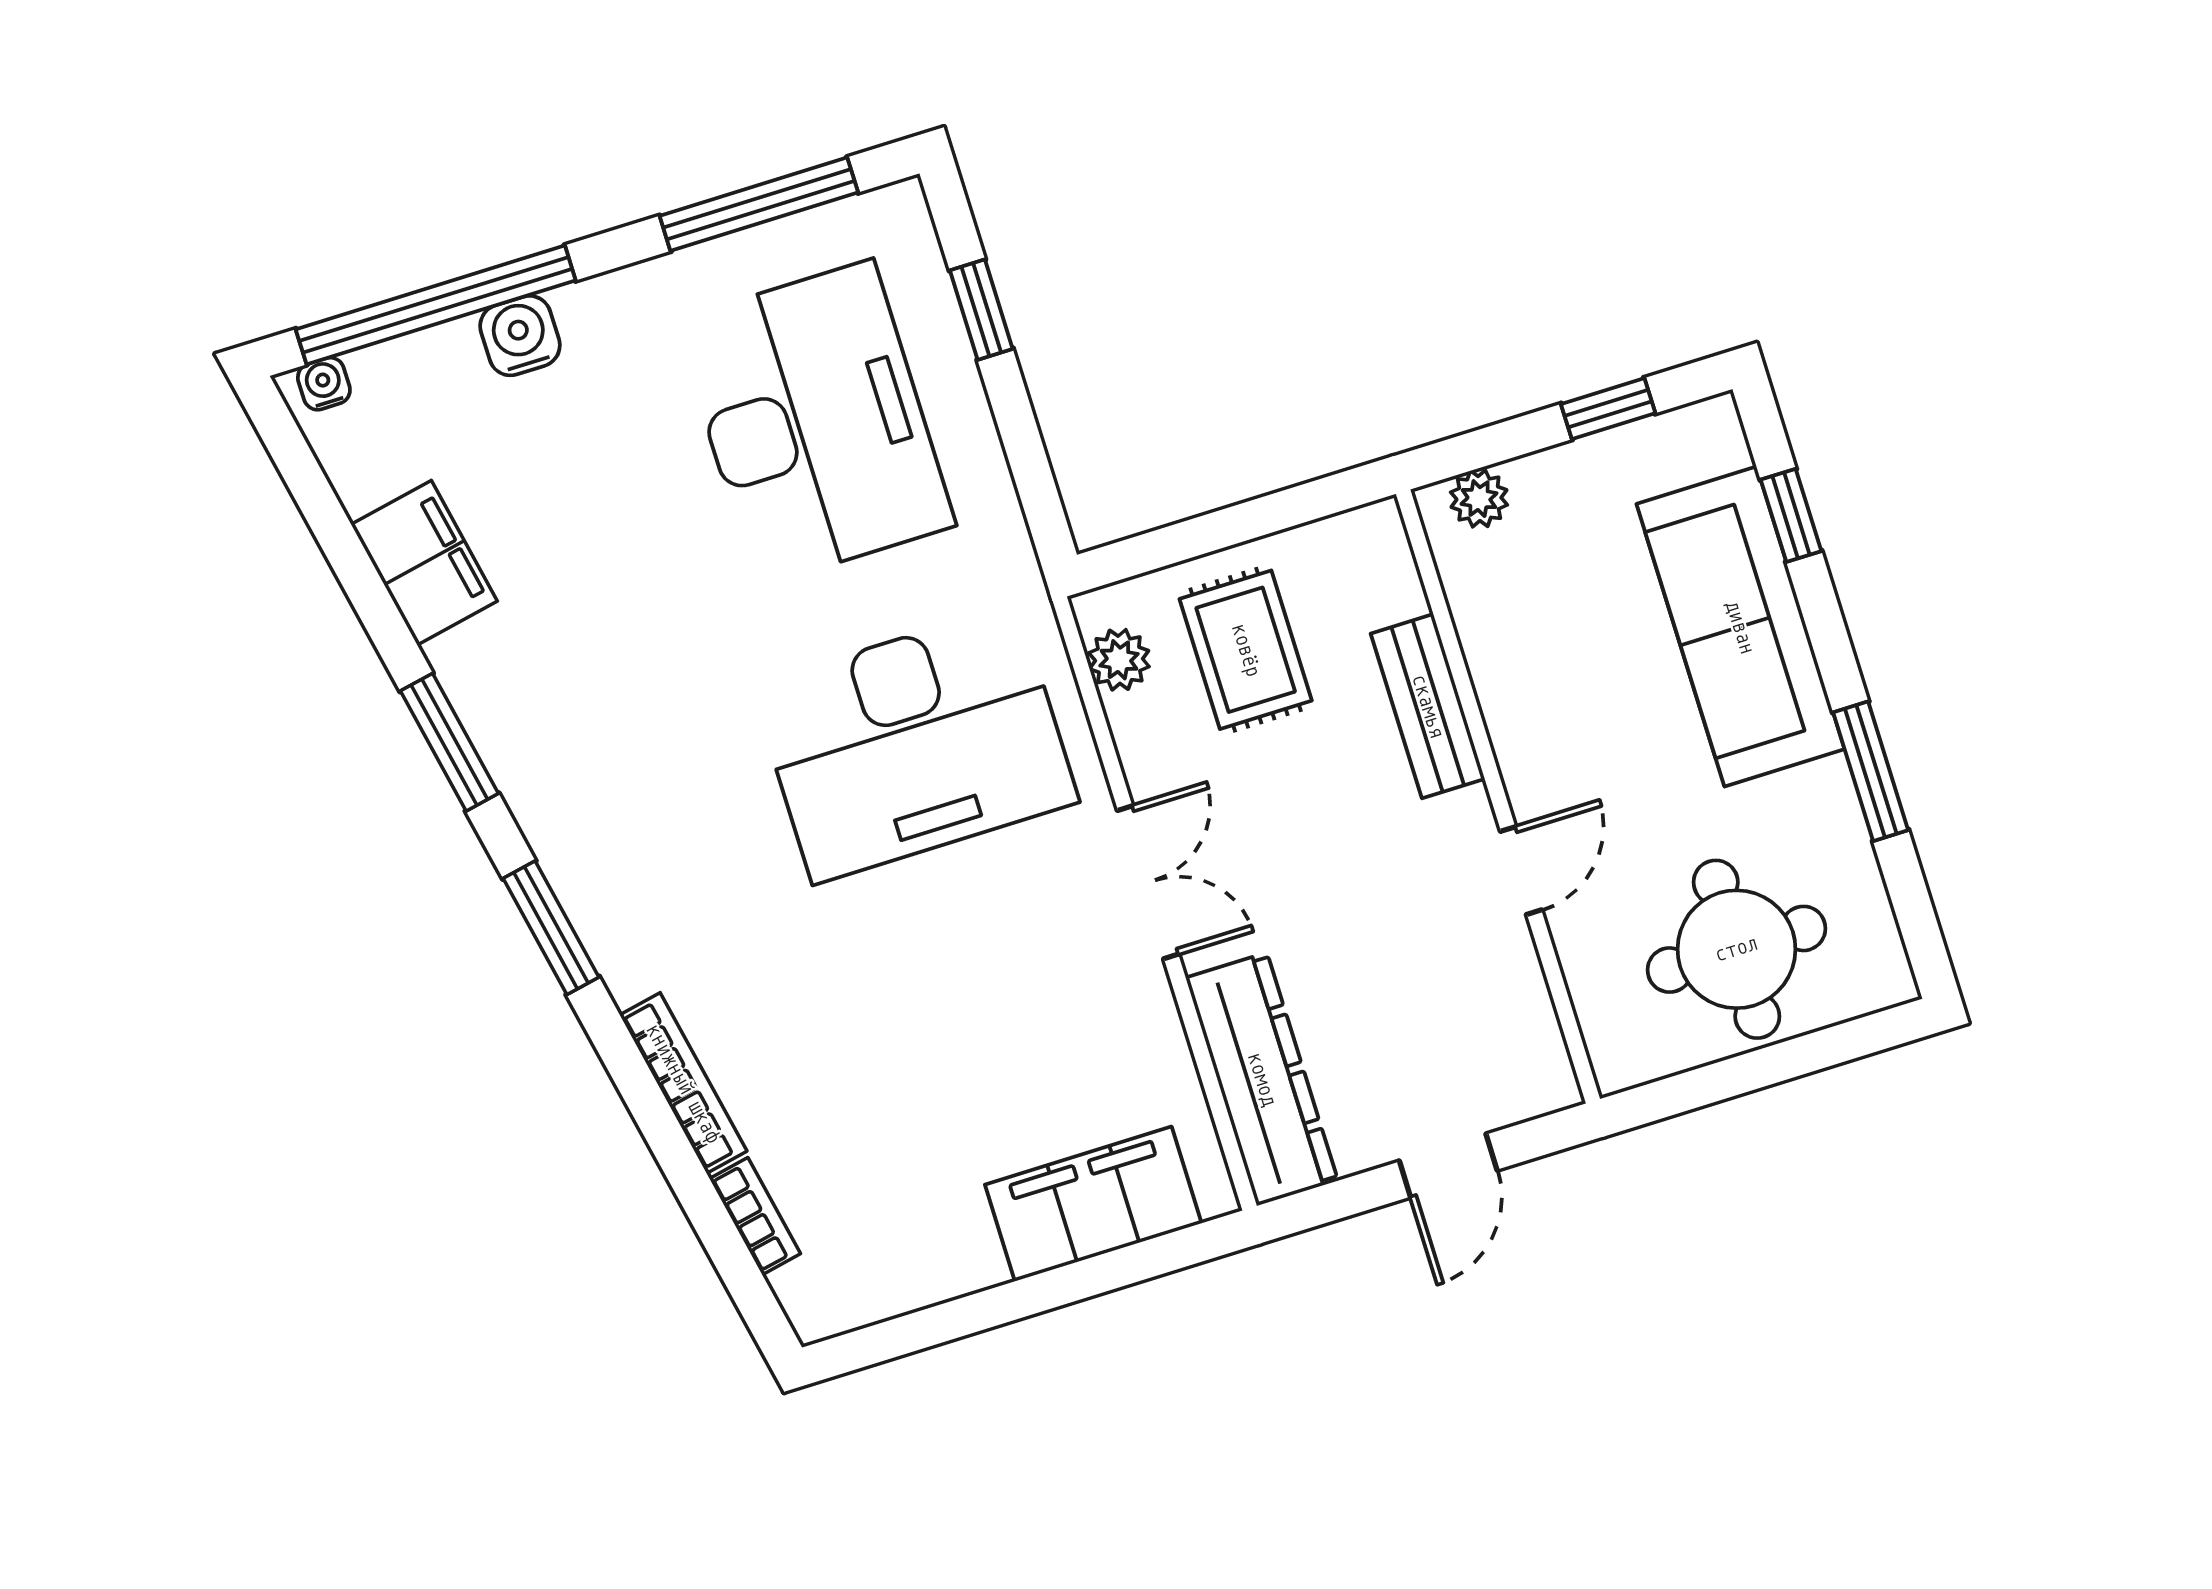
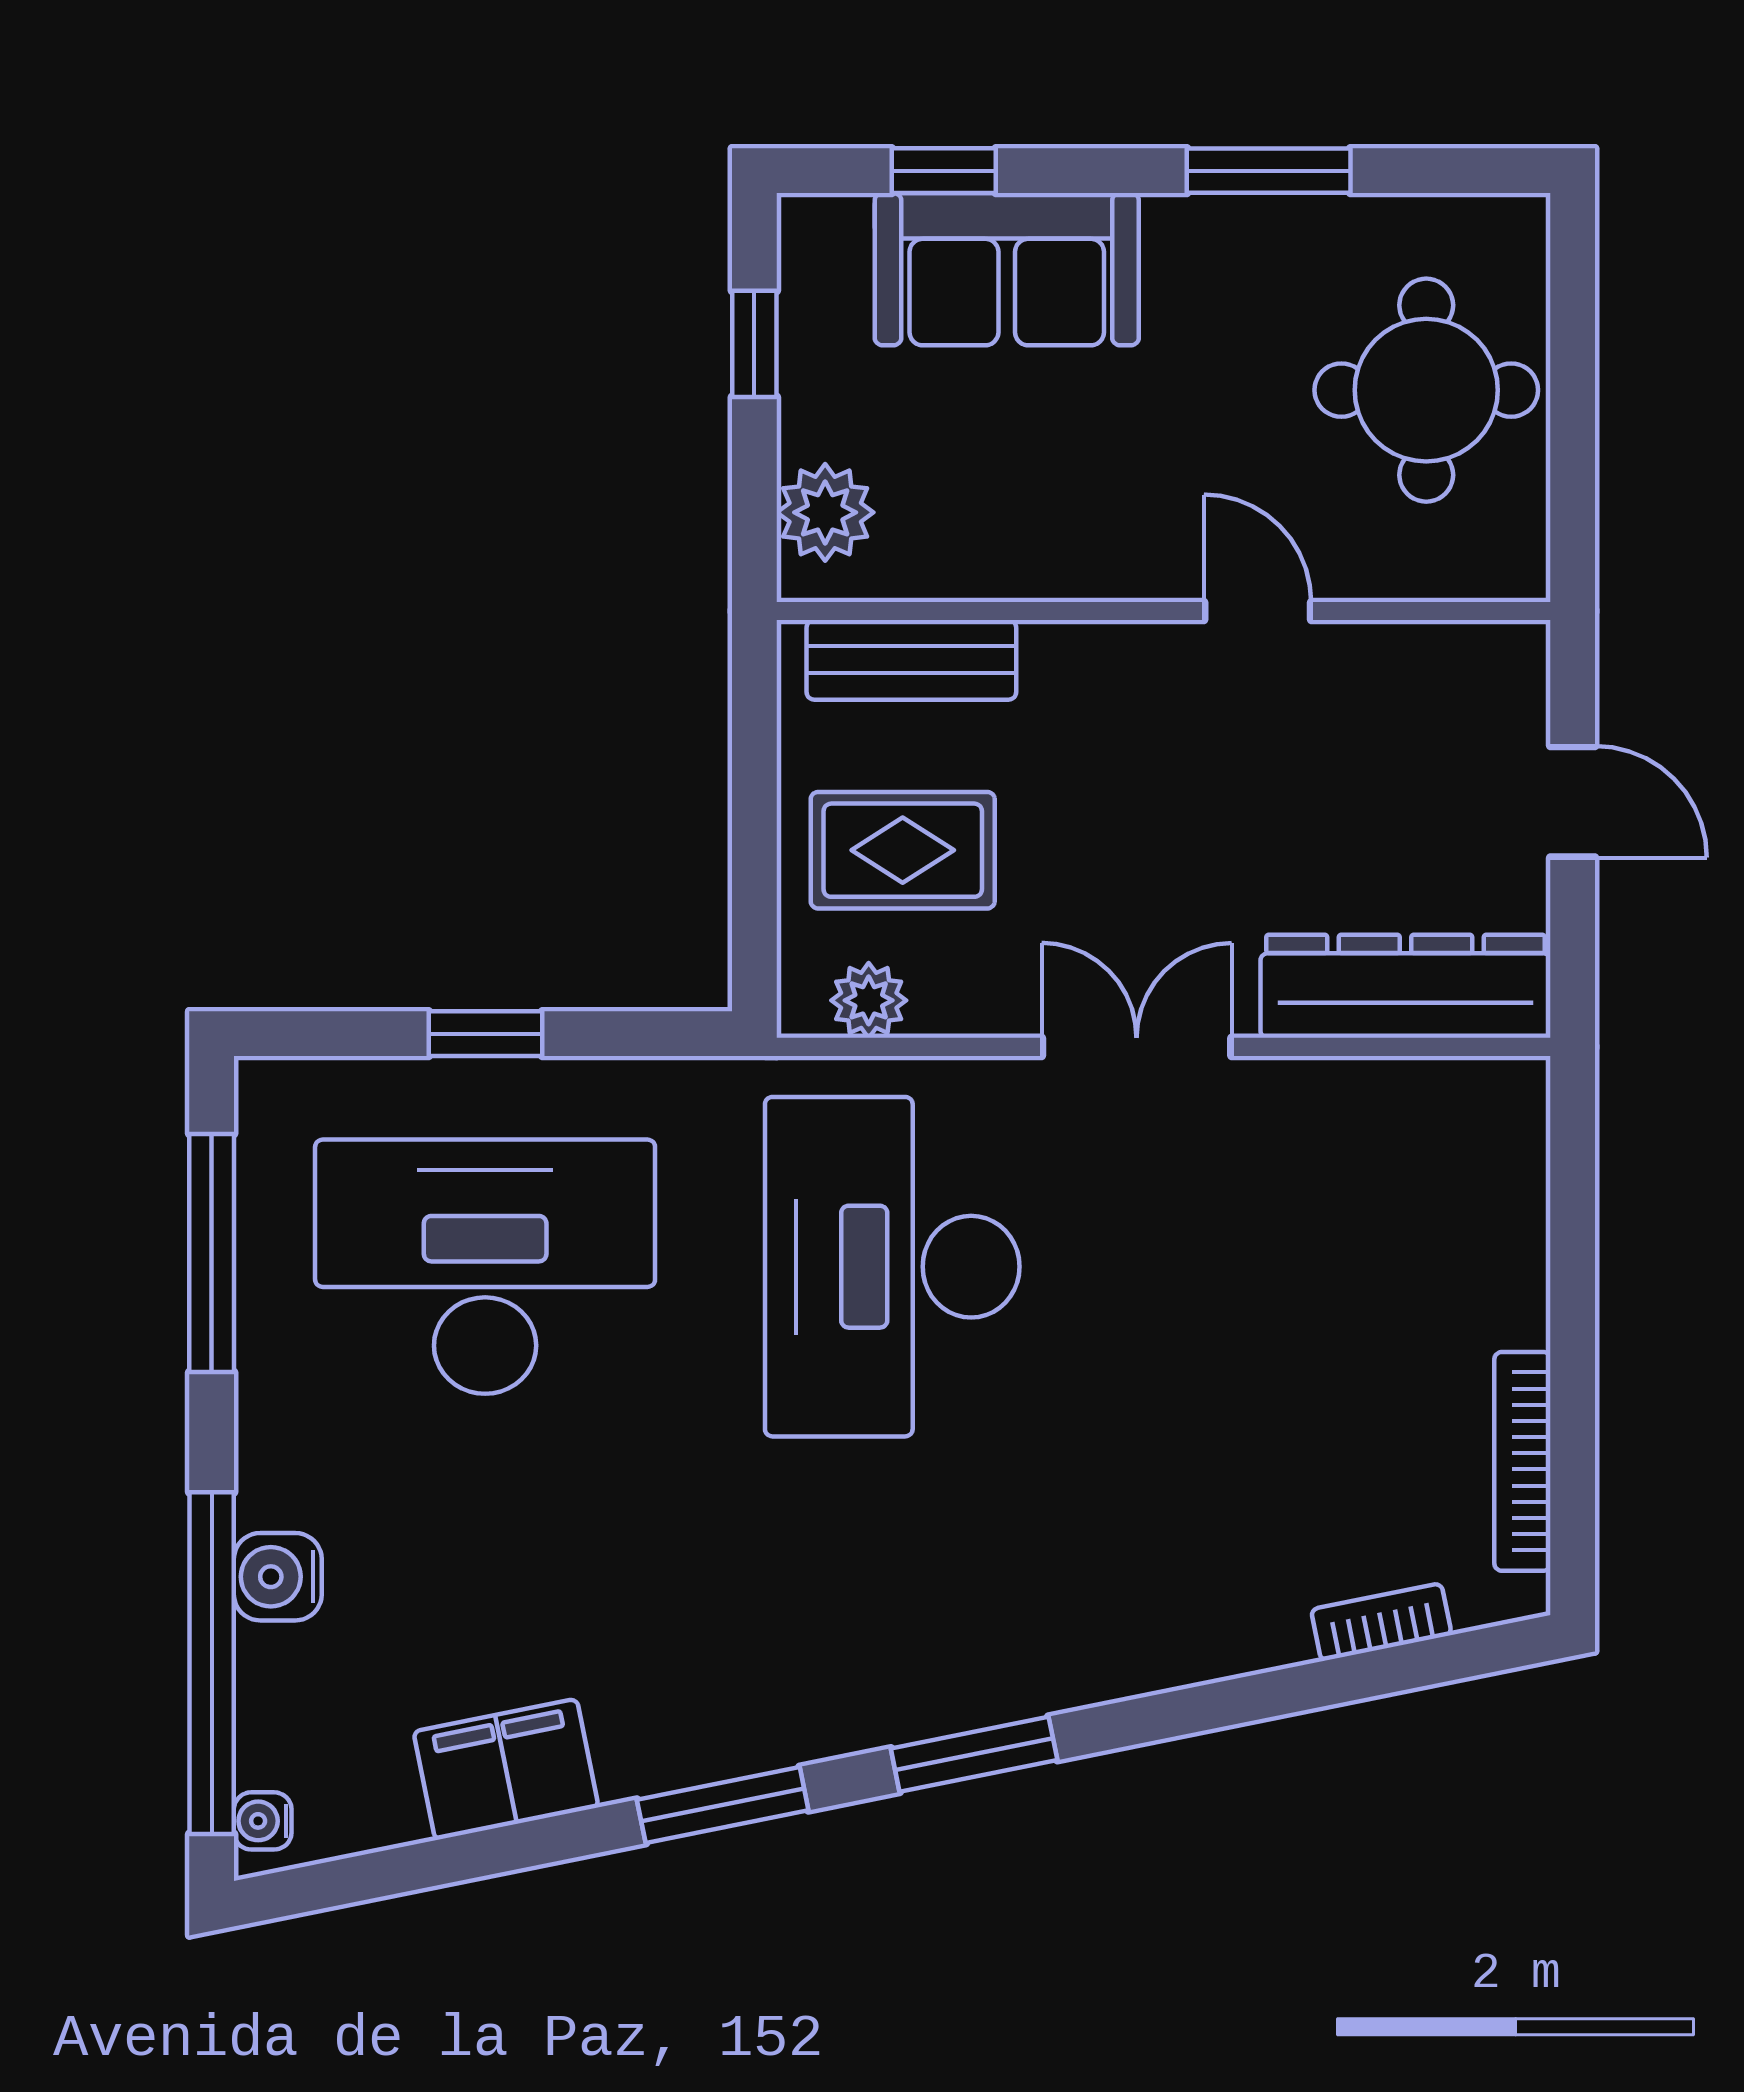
window: (981, 310) -> (486, 1034), moved
plant: (1479, 499) -> (825, 512), width x1.38, depth x1.38
sofa: (1740, 627) -> (1007, 269), width x0.73
bench: (1428, 706) -> (911, 660), moved
desk: (915, 744) -> (892, 1267), turned 180
bookcase: (683, 1083) -> (1522, 1461), moved, turned -79
filing cabinet: (1093, 1204) -> (1489, 1226), removed

